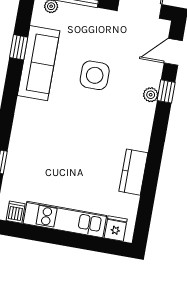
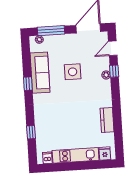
window: (19, 47) -> (28, 84), moved

